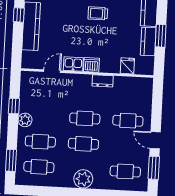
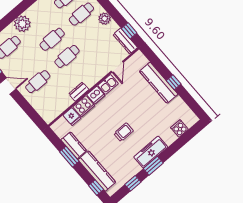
cooker: (110, 65) -> (84, 106), added
dresser: (26, 86) -> (125, 41), added
window: (14, 106) -> (129, 31), moved
plant: (83, 179) -> (22, 24), moved

